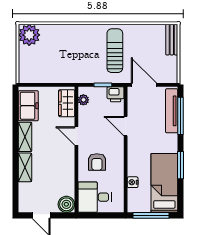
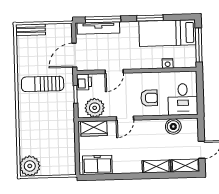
plant: (83, 100) -> (95, 108), width x1.87, depth x1.87
shelving: (25, 137) -> (185, 166), moved
boiler: (66, 204) -> (173, 126), moved

